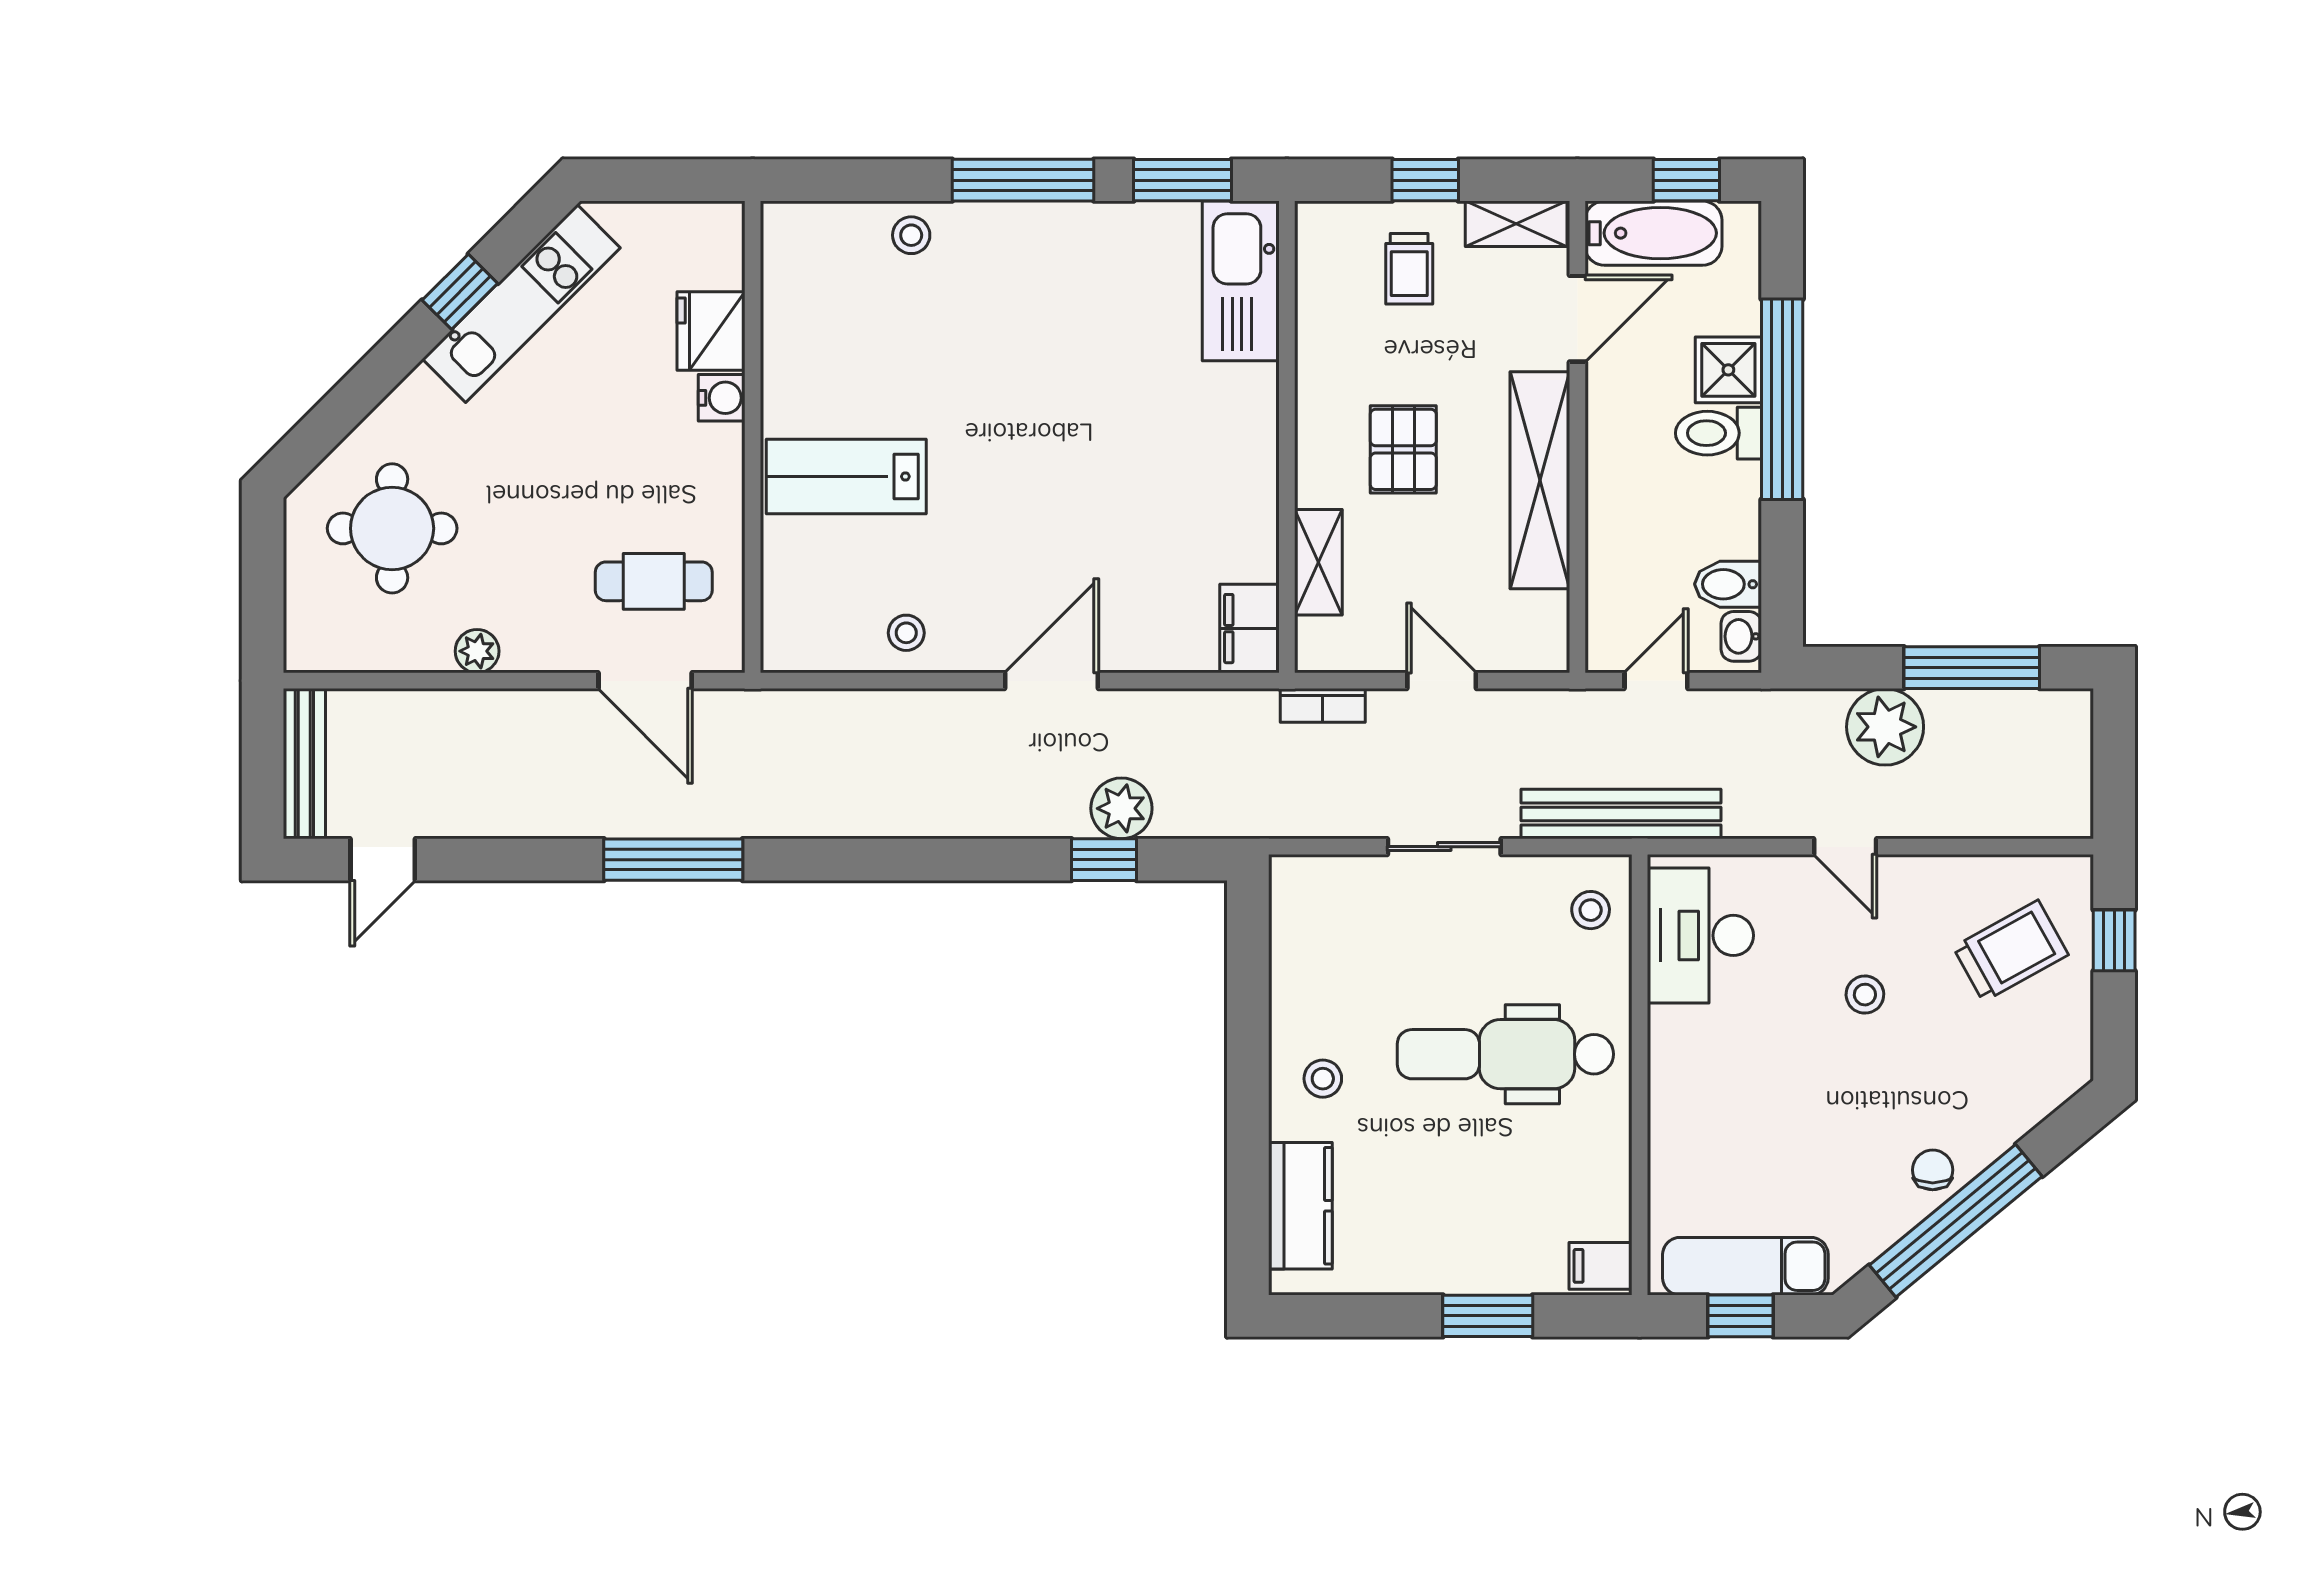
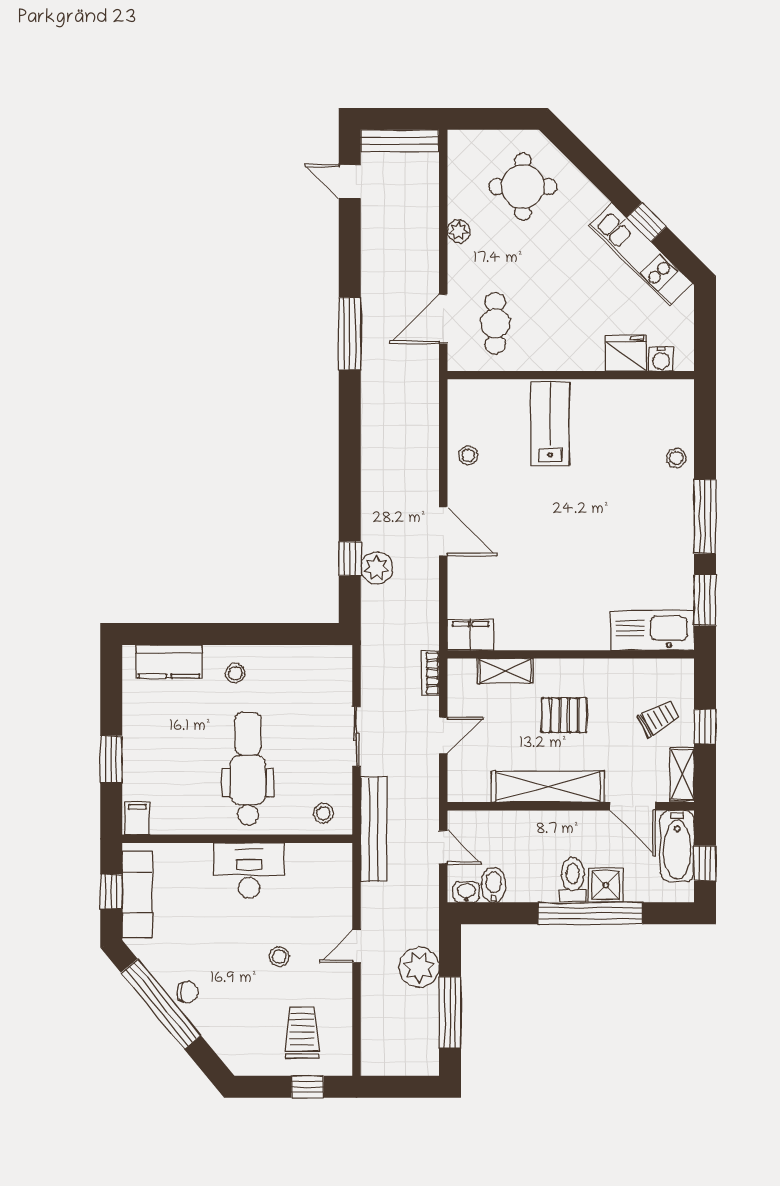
trolley: (1409, 269) -> (659, 718), turned 151
water cooler: (722, 398) -> (661, 359), moved
desk: (1700, 935) -> (249, 871), moved
trolley: (2011, 951) -> (302, 1033), turned -151

